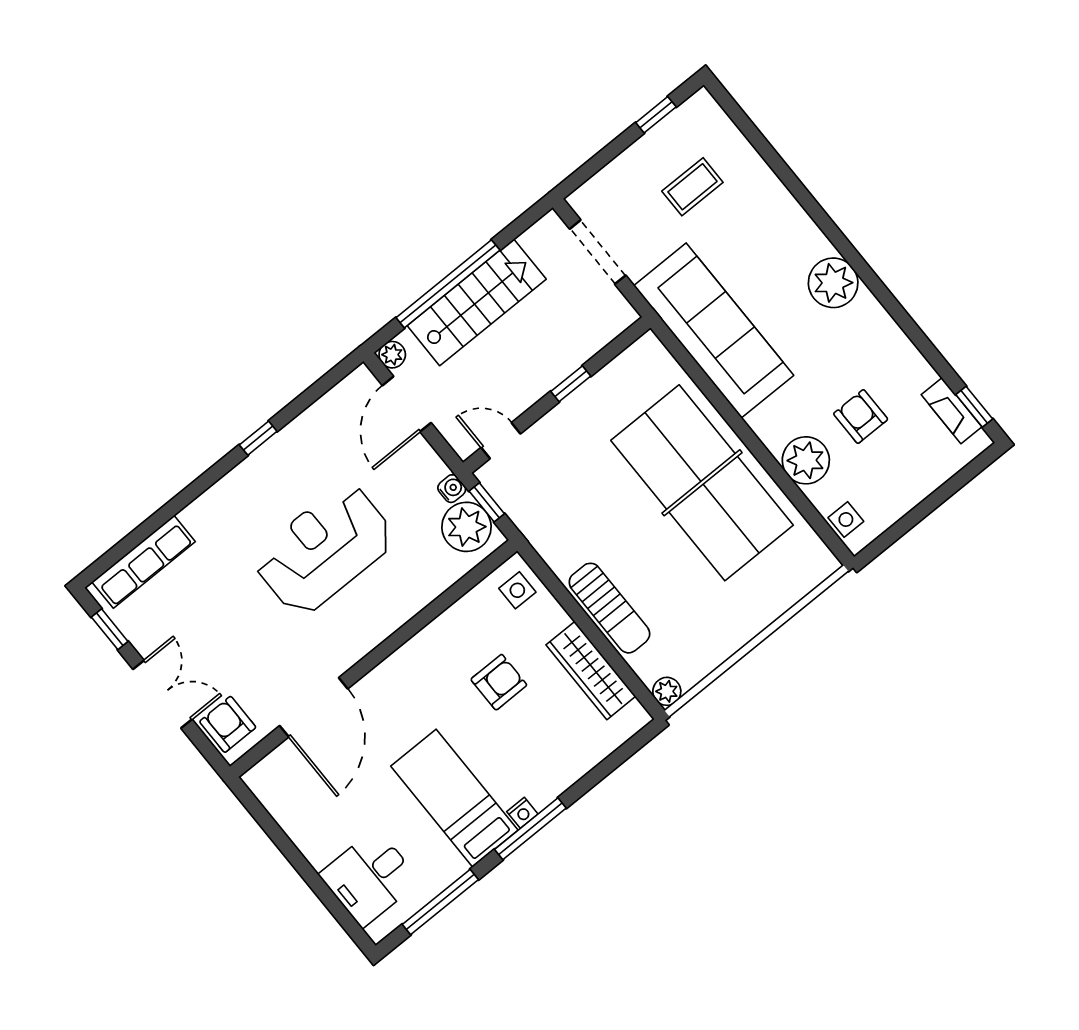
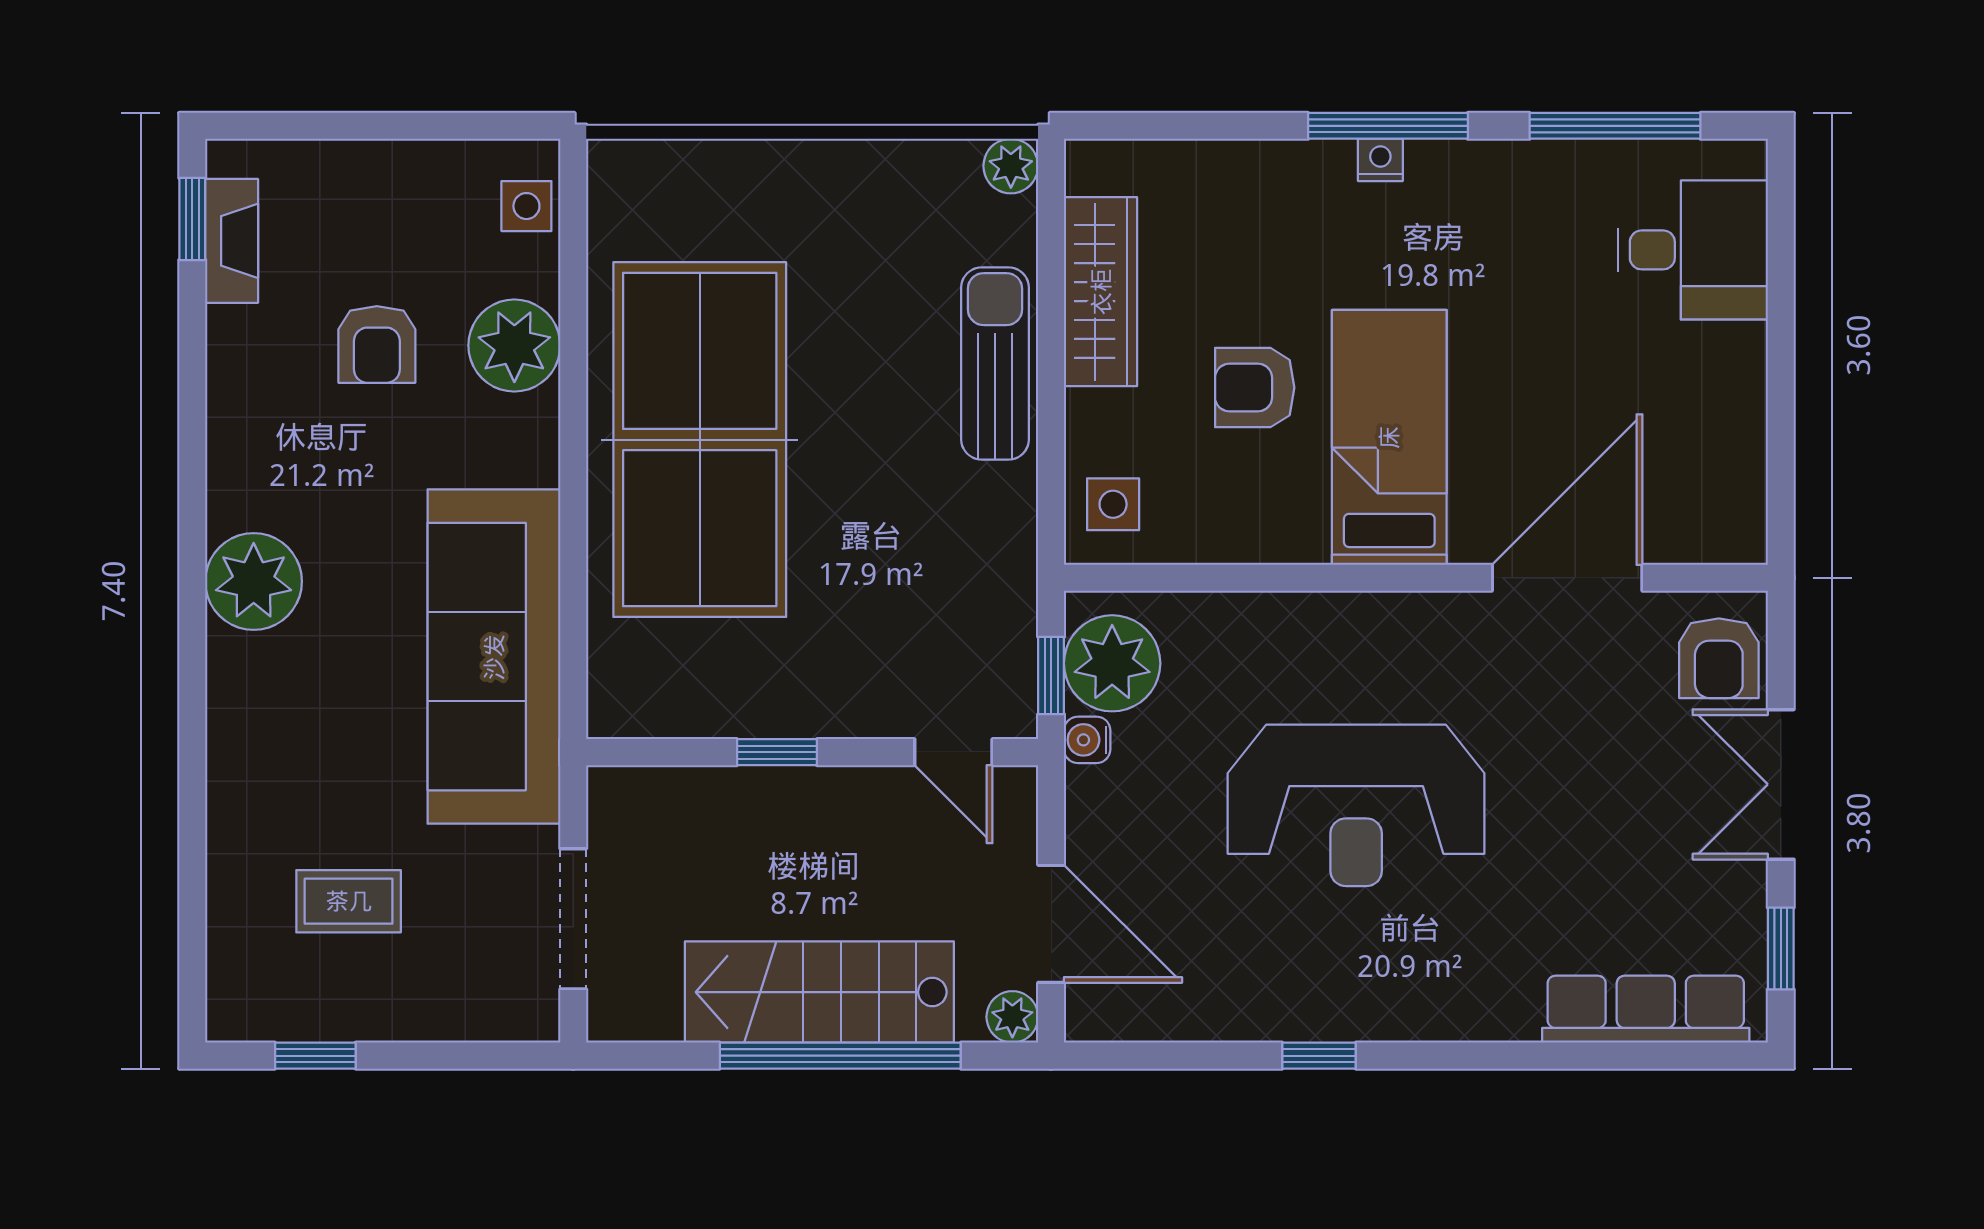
door: (407, 404) -> (1051, 924), hinge flipped
bed: (454, 798) -> (1389, 437), moved, turned 180

